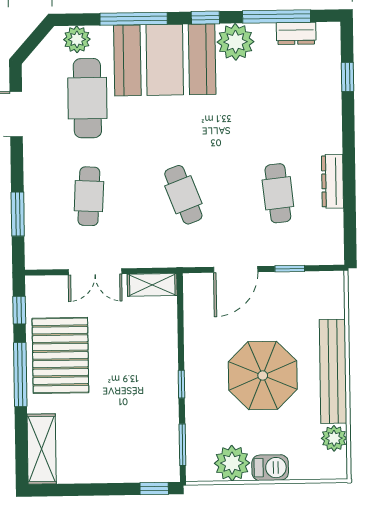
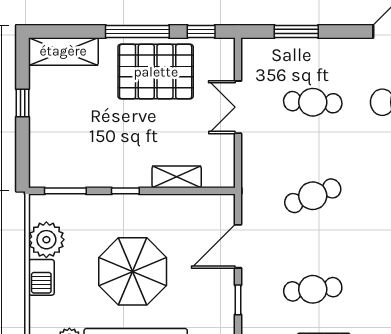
door: (236, 269) -> (238, 246), hinge flipped
shelving: (152, 285) -> (177, 177), moved, turned 90
window: (154, 488) -> (22, 103), moved

